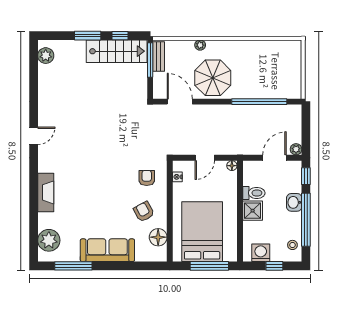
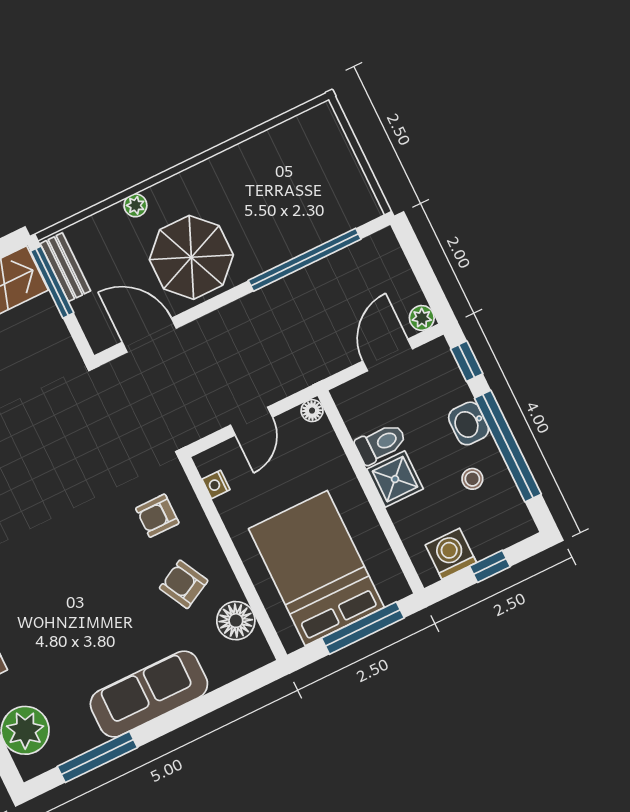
armchair: (147, 178) -> (157, 516), turned -90
stool: (292, 245) -> (472, 479), moved

